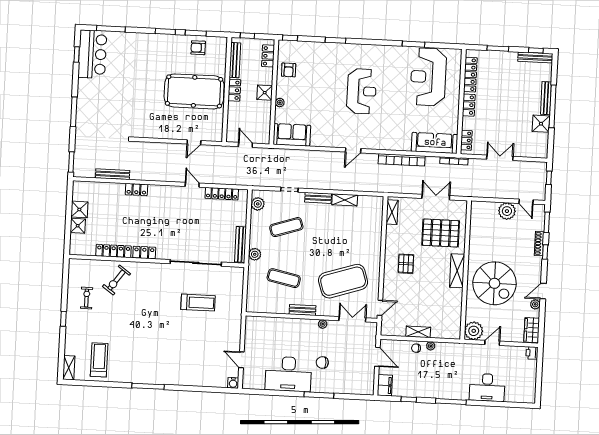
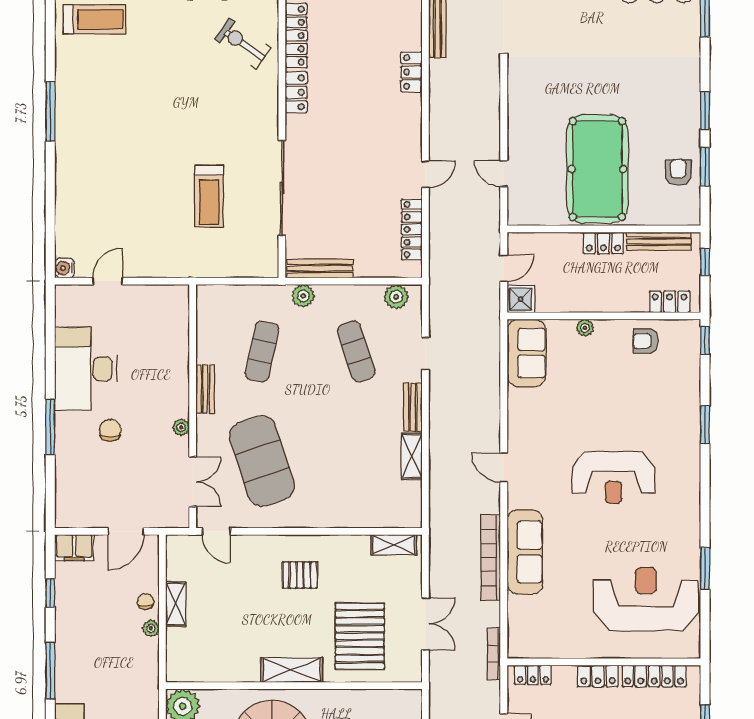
shower: (265, 93) -> (521, 299), moved
sofa: (435, 143) -> (525, 552), moved

